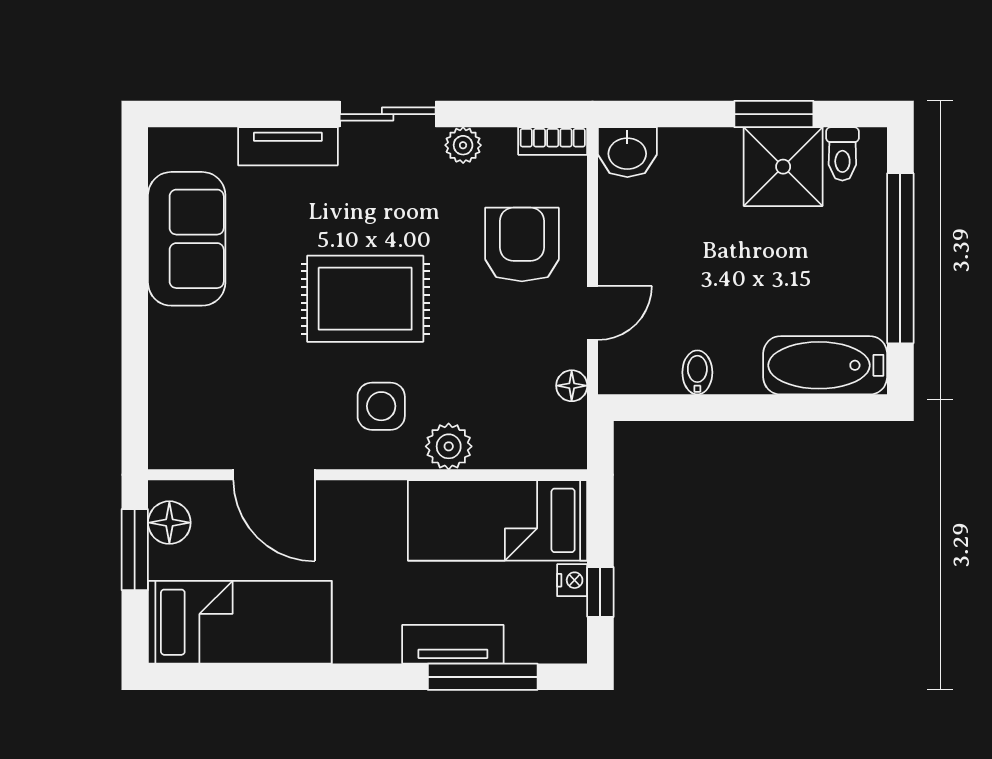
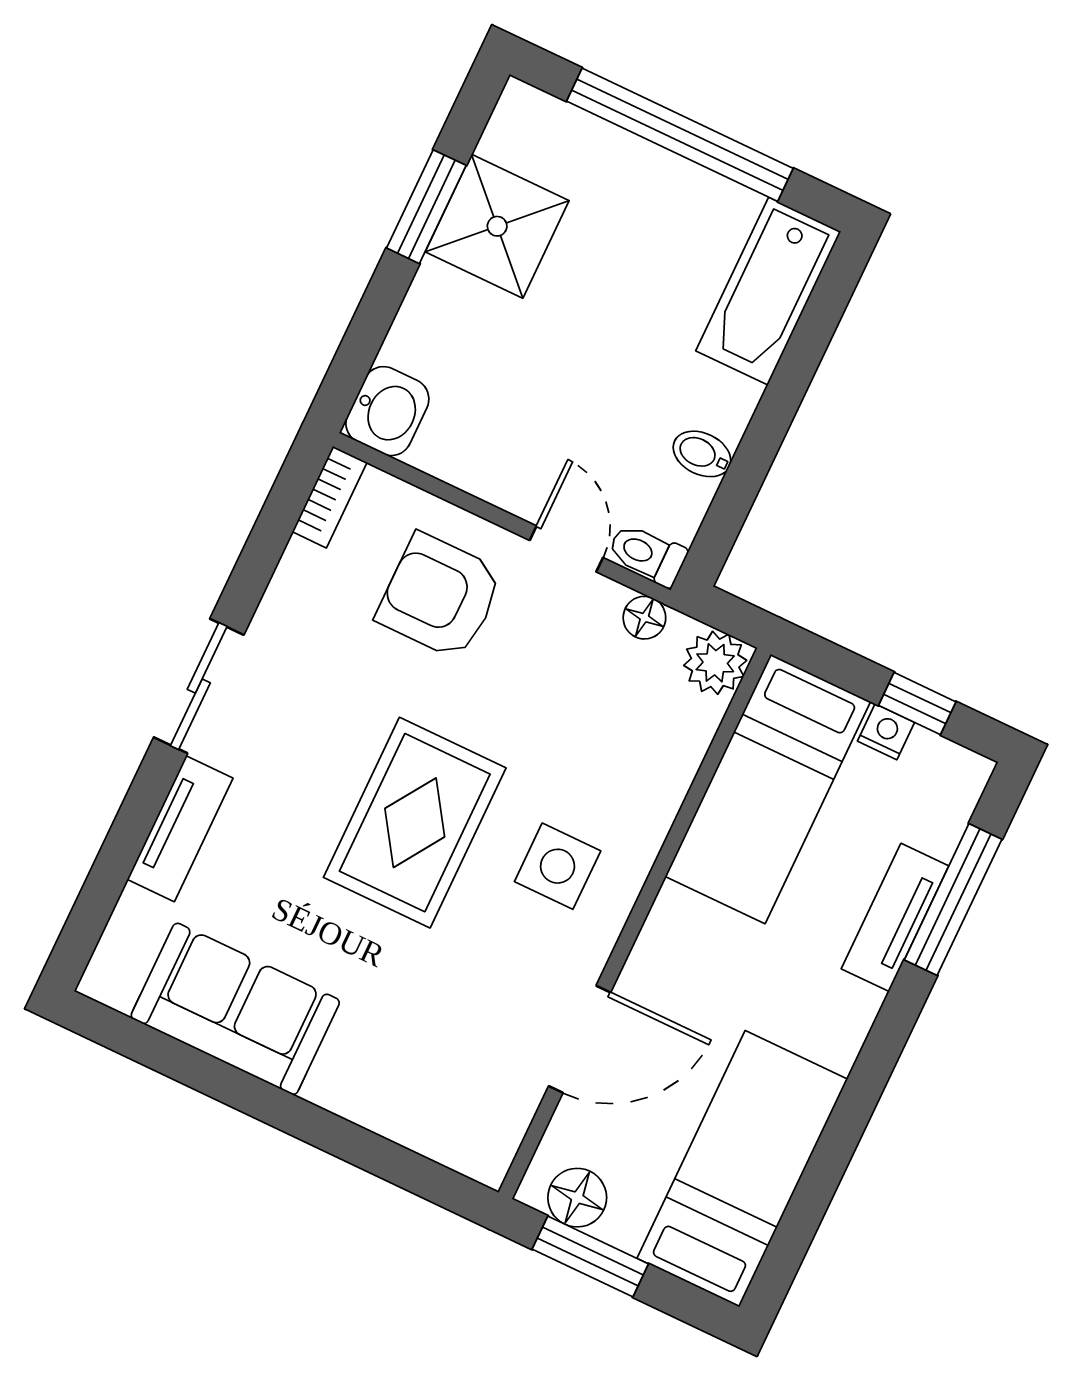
plant: (463, 145) -> (282, 611), removed
toilet: (842, 154) -> (647, 554), moved, turned 180
plant: (449, 446) -> (715, 663), moved

